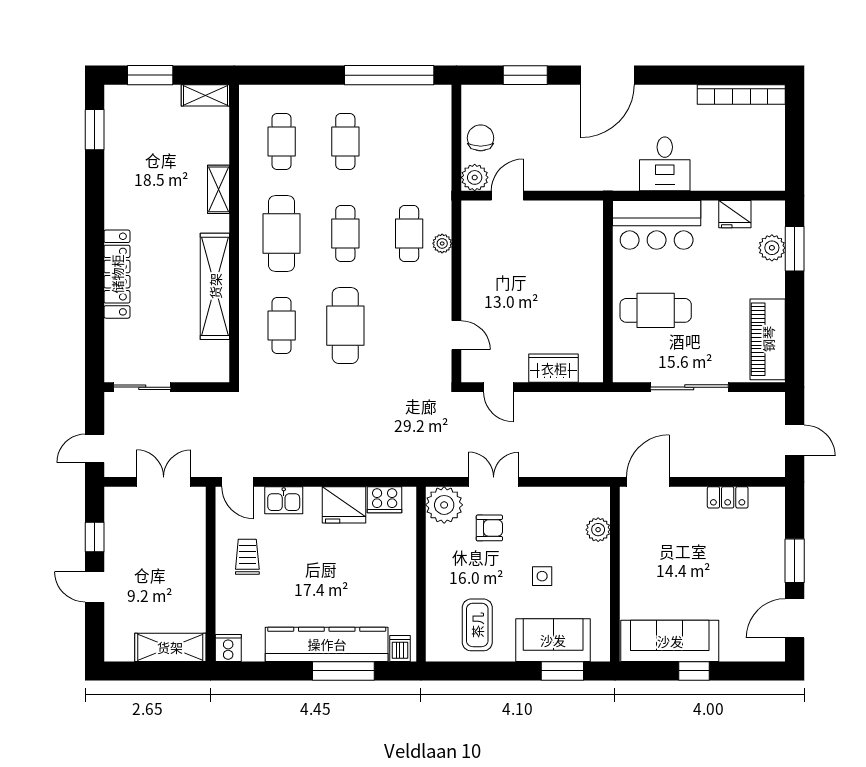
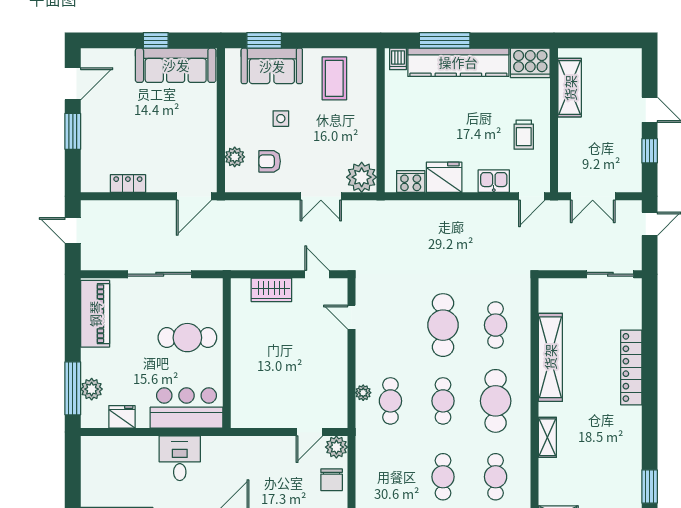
window: (795, 249) -> (73, 388), width x1.44
door: (238, 482) -> (532, 196), swing flipped
armchair: (489, 528) -> (270, 161), moved
shelving: (170, 647) -> (570, 88), moved, turned 90
cooker: (228, 648) -> (530, 63), width x1.87, depth x1.31

